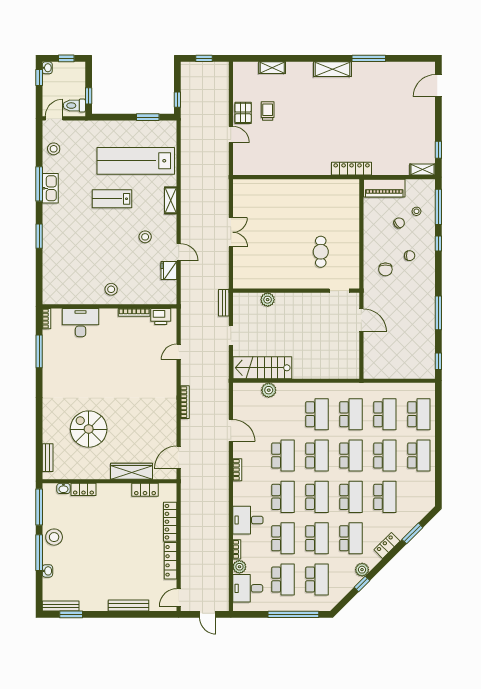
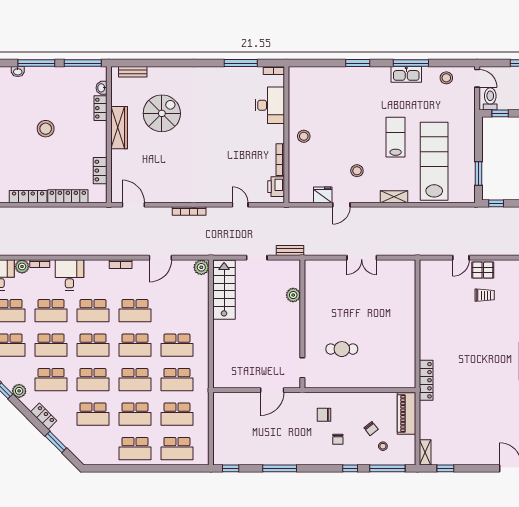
plant: (269, 390) -> (201, 267), moved
wardrobe: (132, 471) -> (119, 128), moved
stool: (54, 537) -> (46, 129), moved

